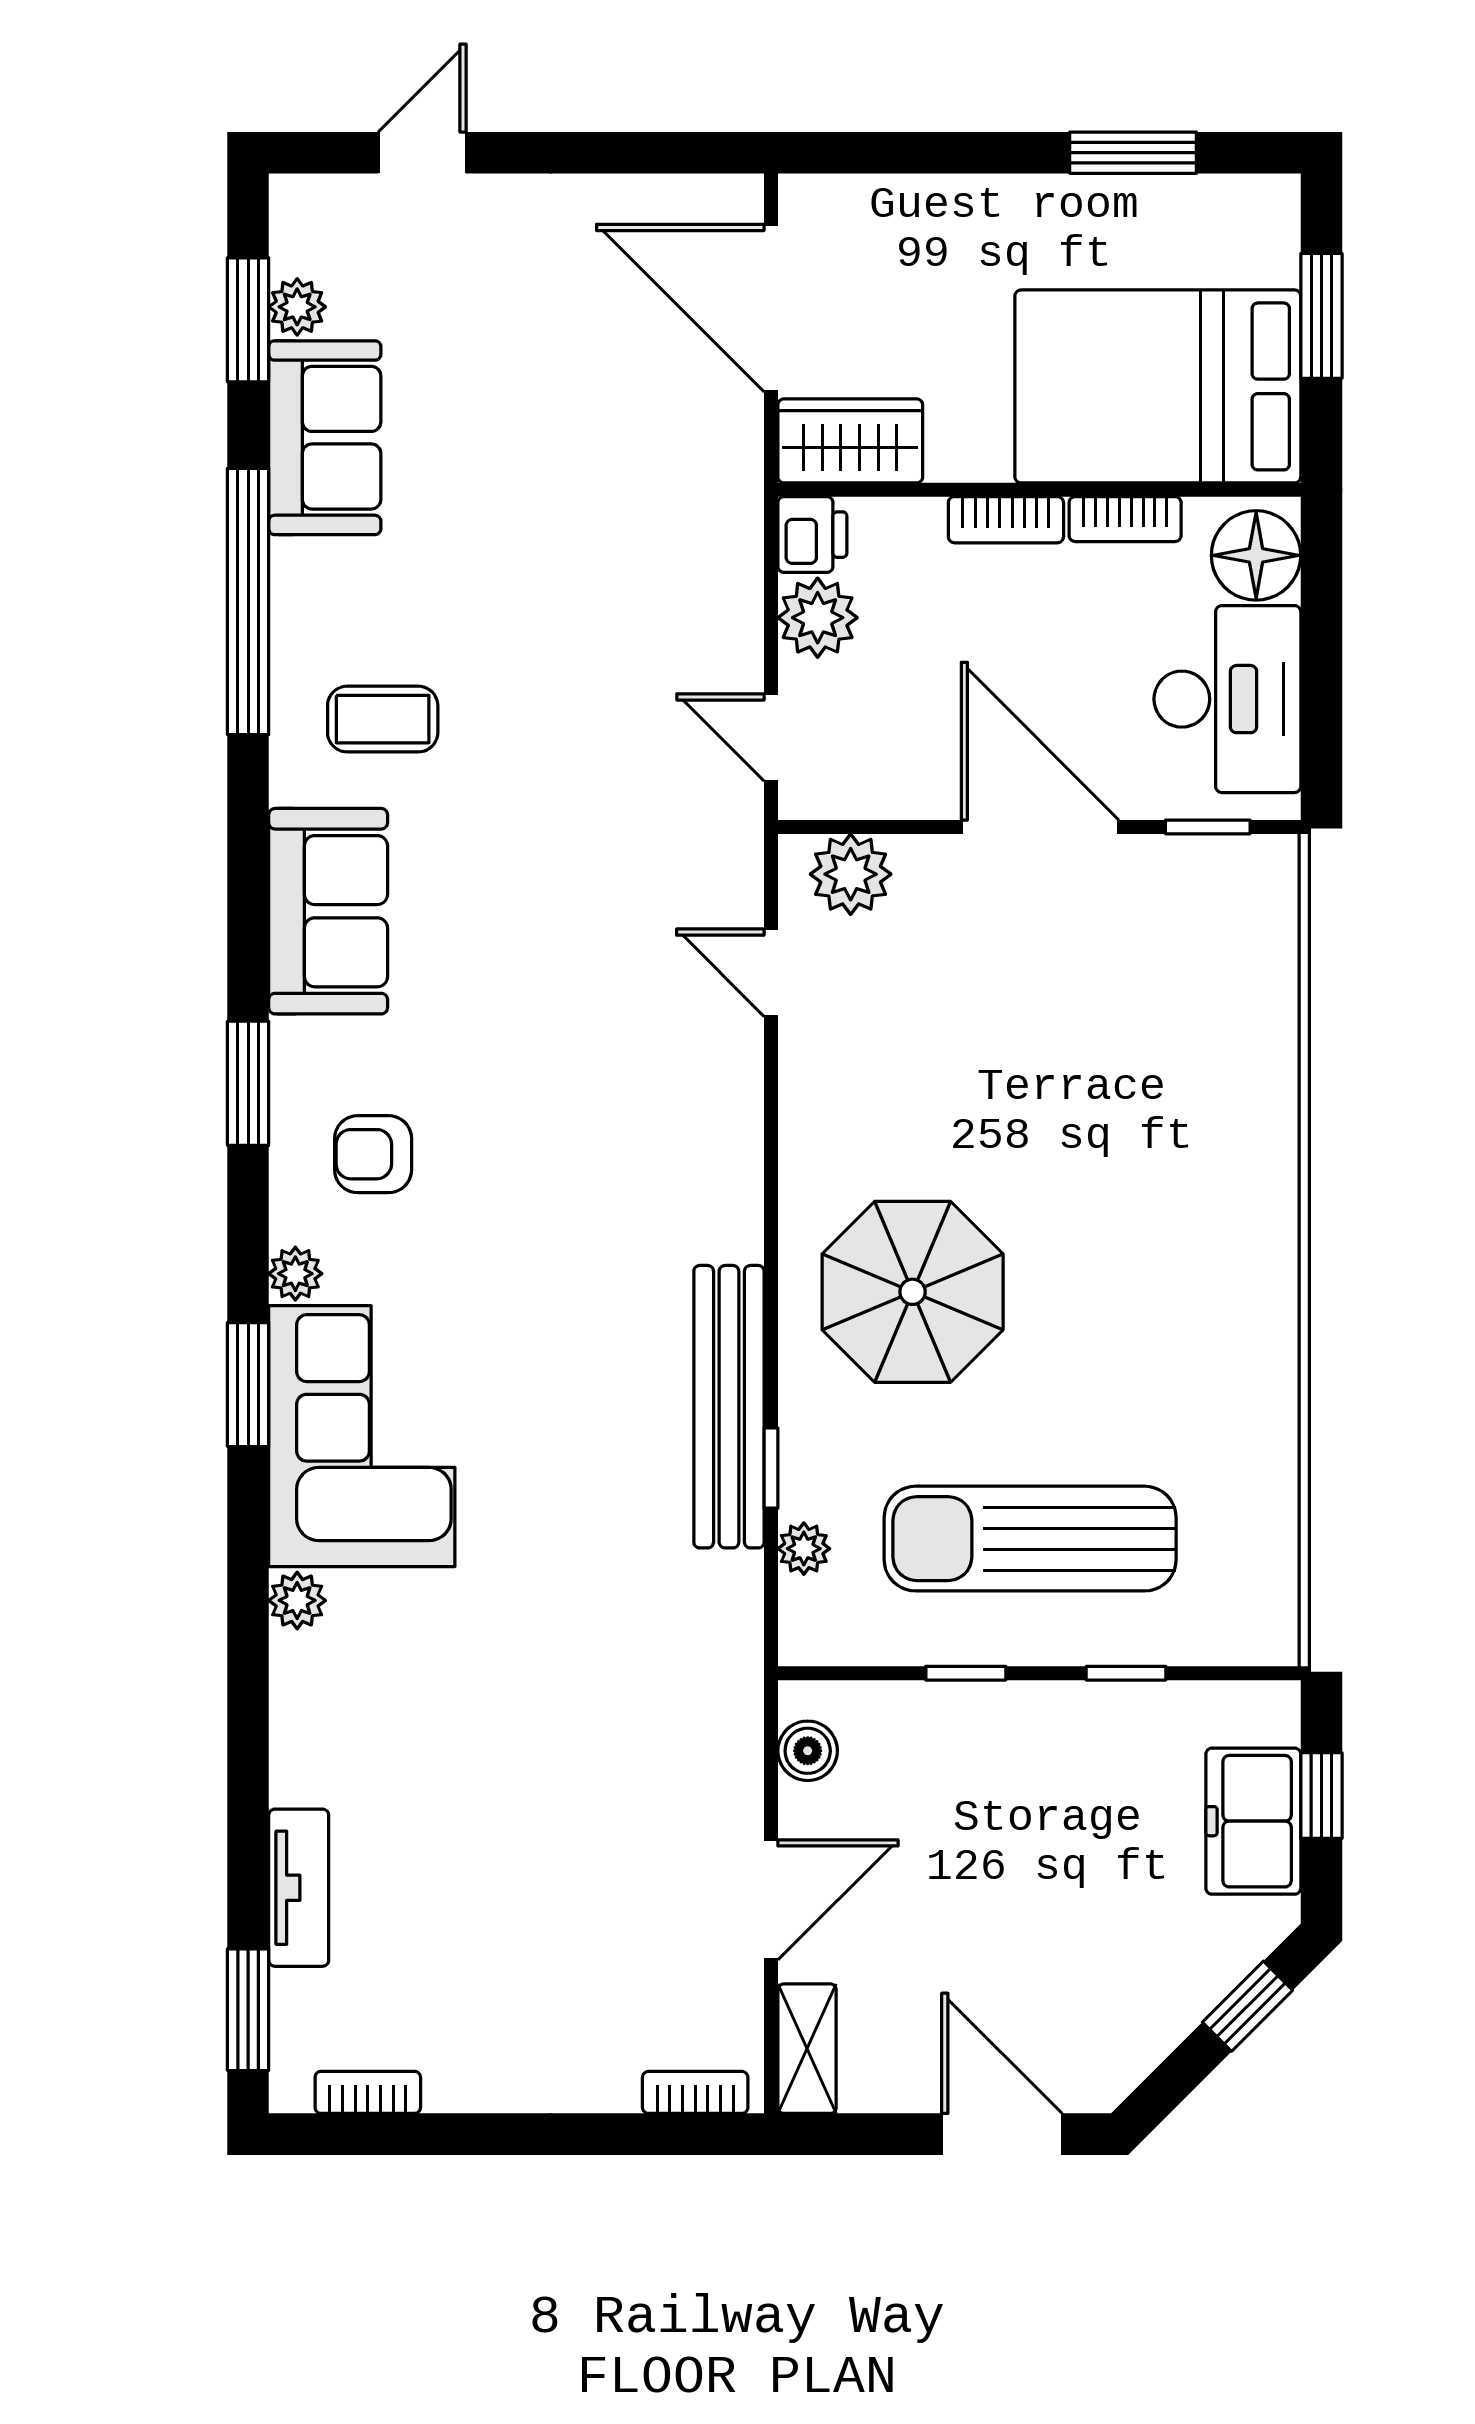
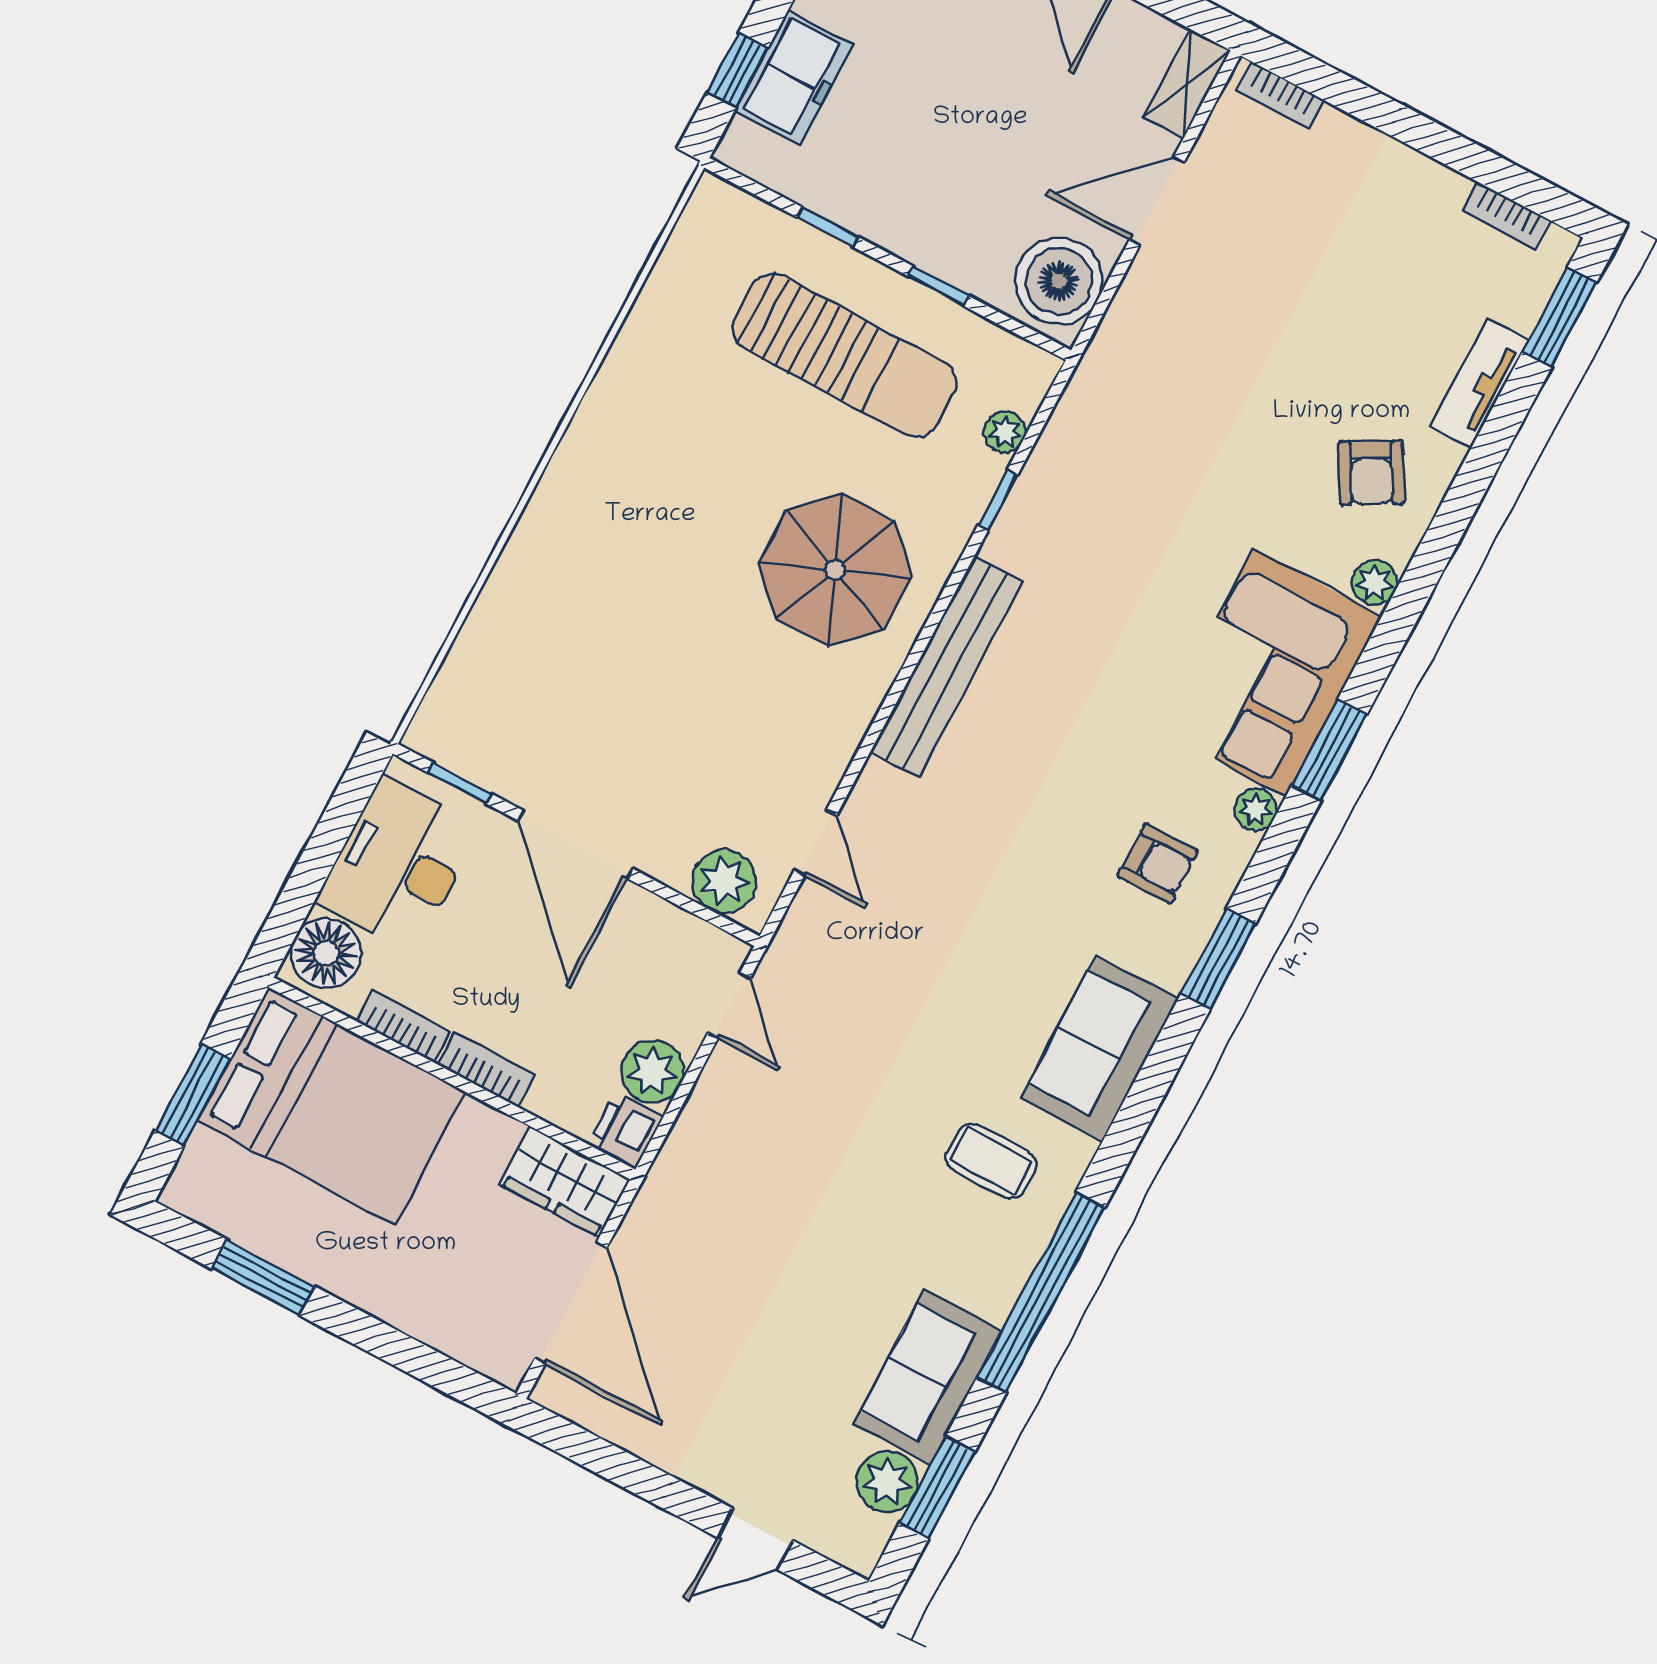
plant: (297, 307) -> (887, 1482), width x1.38, depth x1.38
bench: (729, 1407) -> (946, 667), moved
armchair: (367, 1722) -> (1371, 473), added
boiler: (808, 1751) -> (1059, 281), width x1.86, depth x1.86

